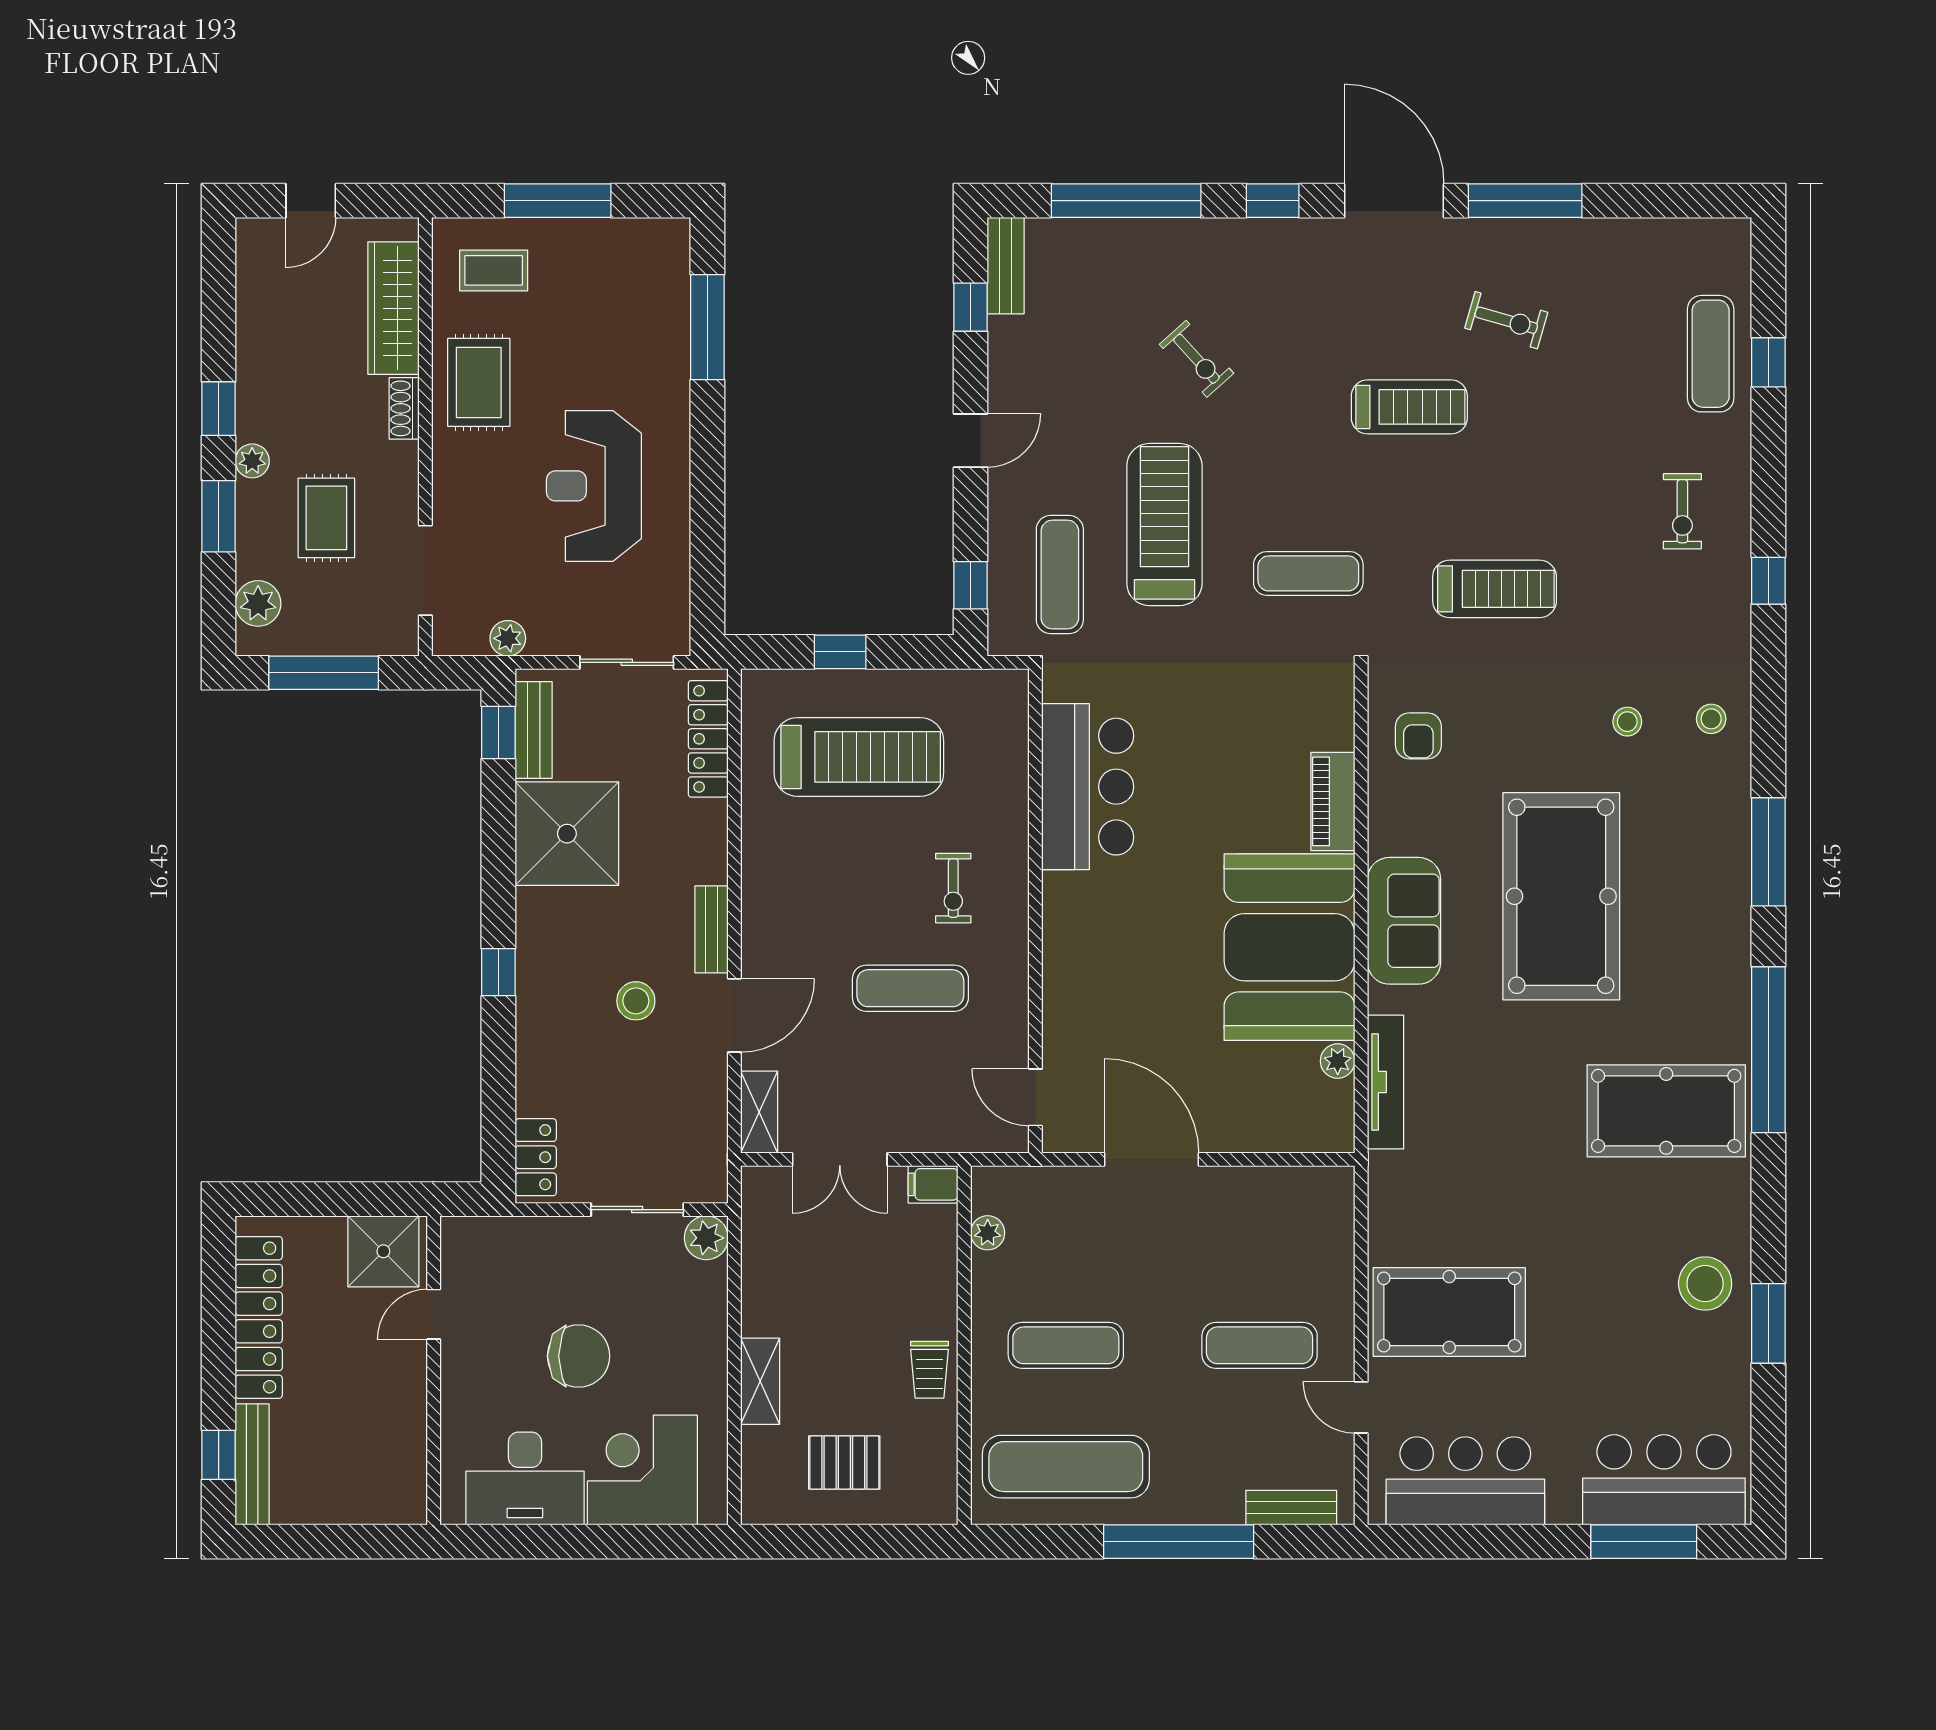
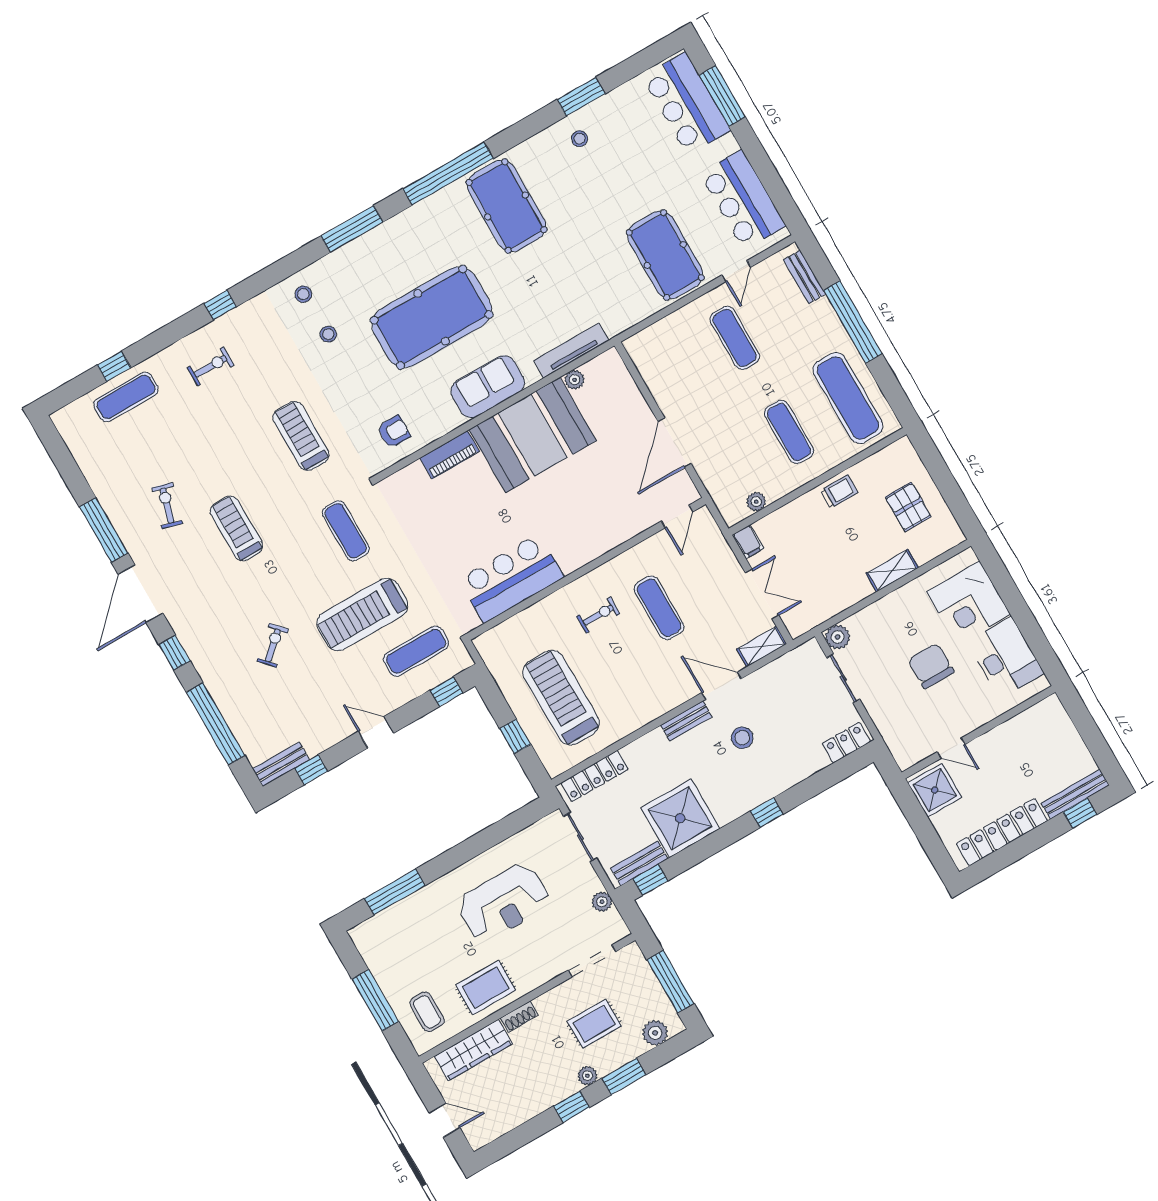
stool: (1705, 1284) -> (580, 139), width x0.53, depth x0.53

